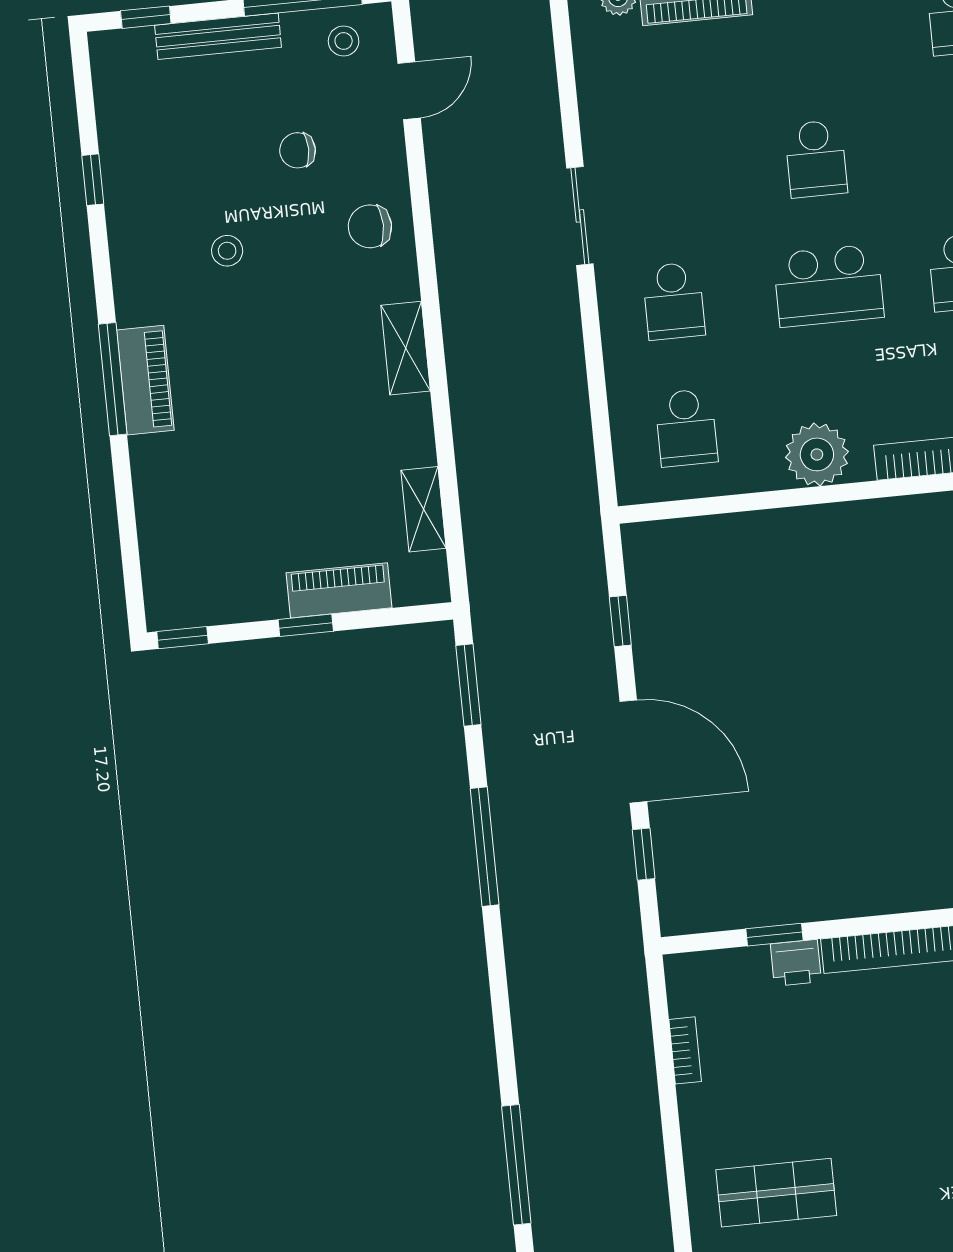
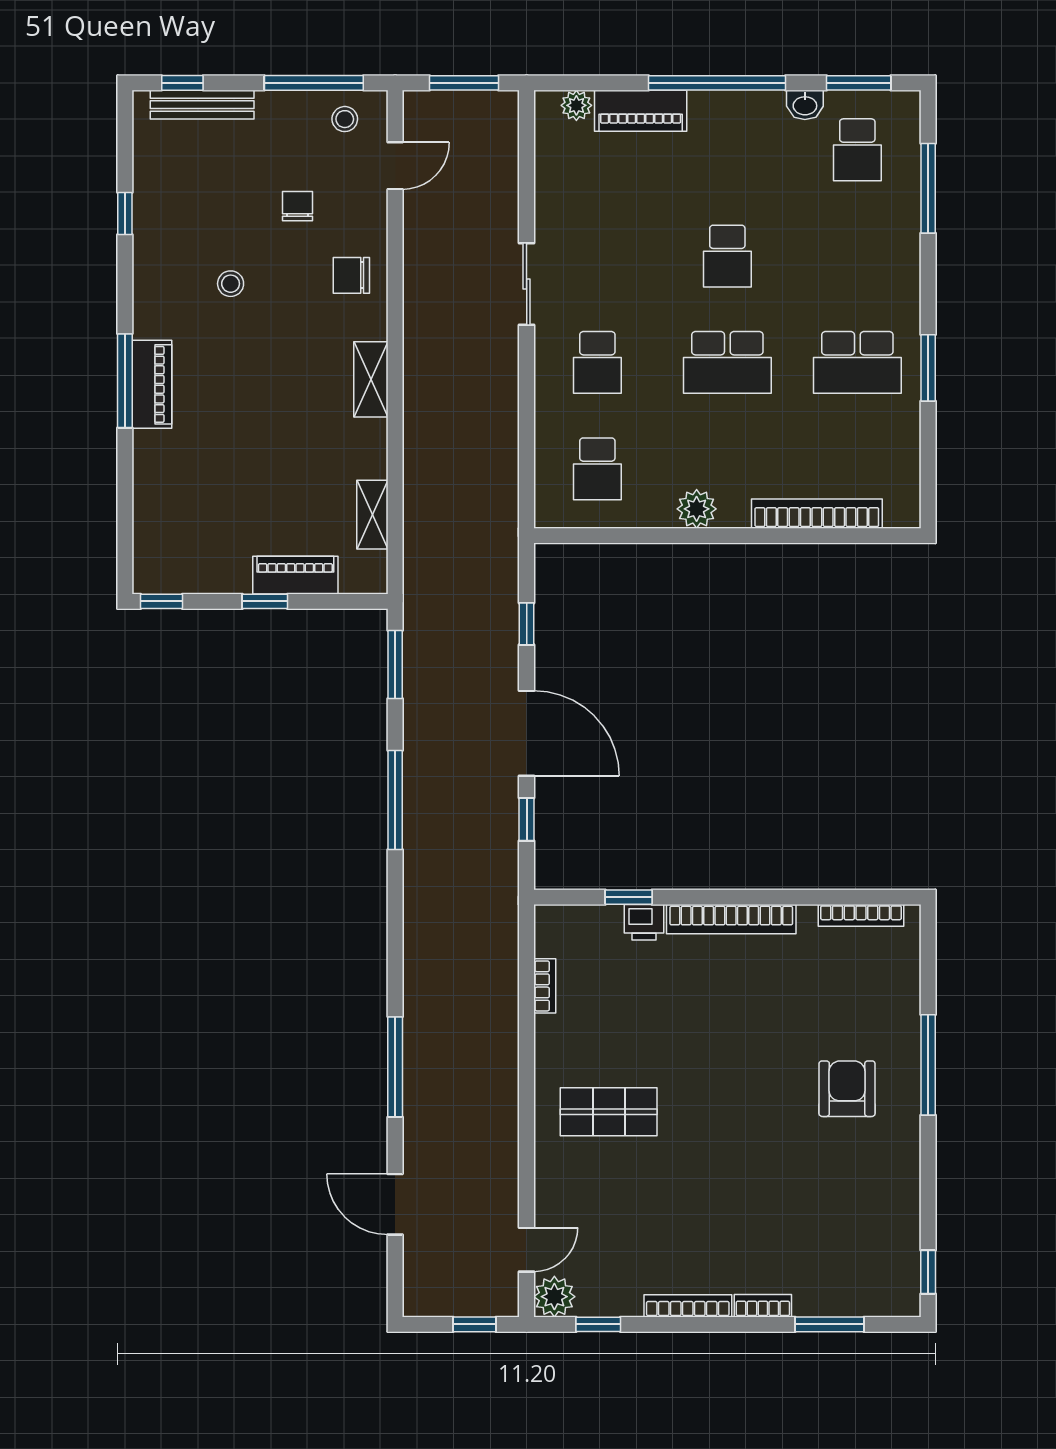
bench: (218, 36) -> (202, 105), moved
chair: (298, 150) -> (297, 206), turned 90
plant: (817, 454) -> (697, 509), width x0.73, depth x0.73

